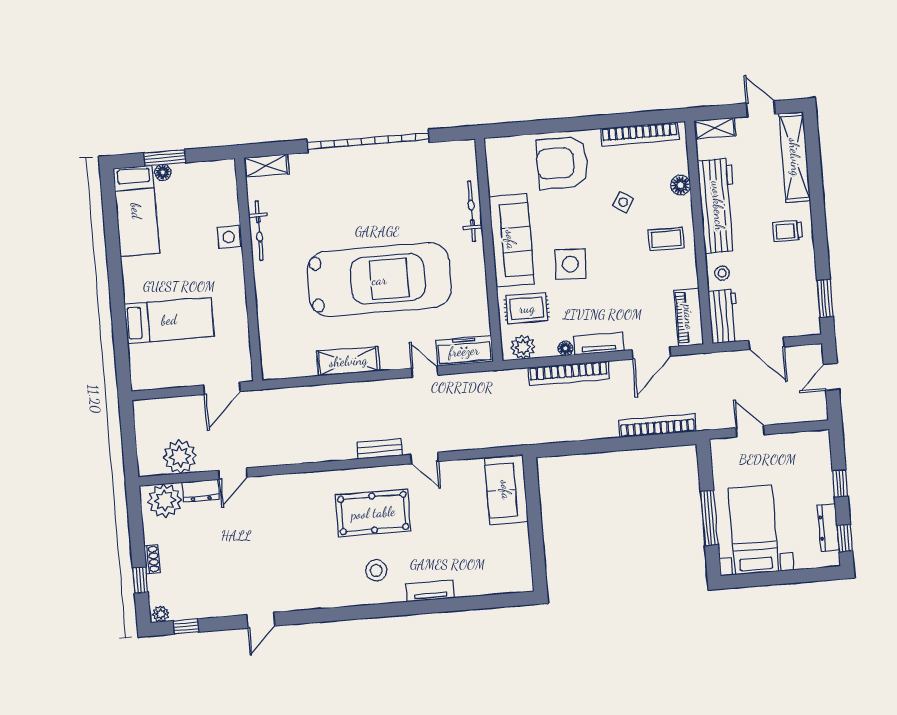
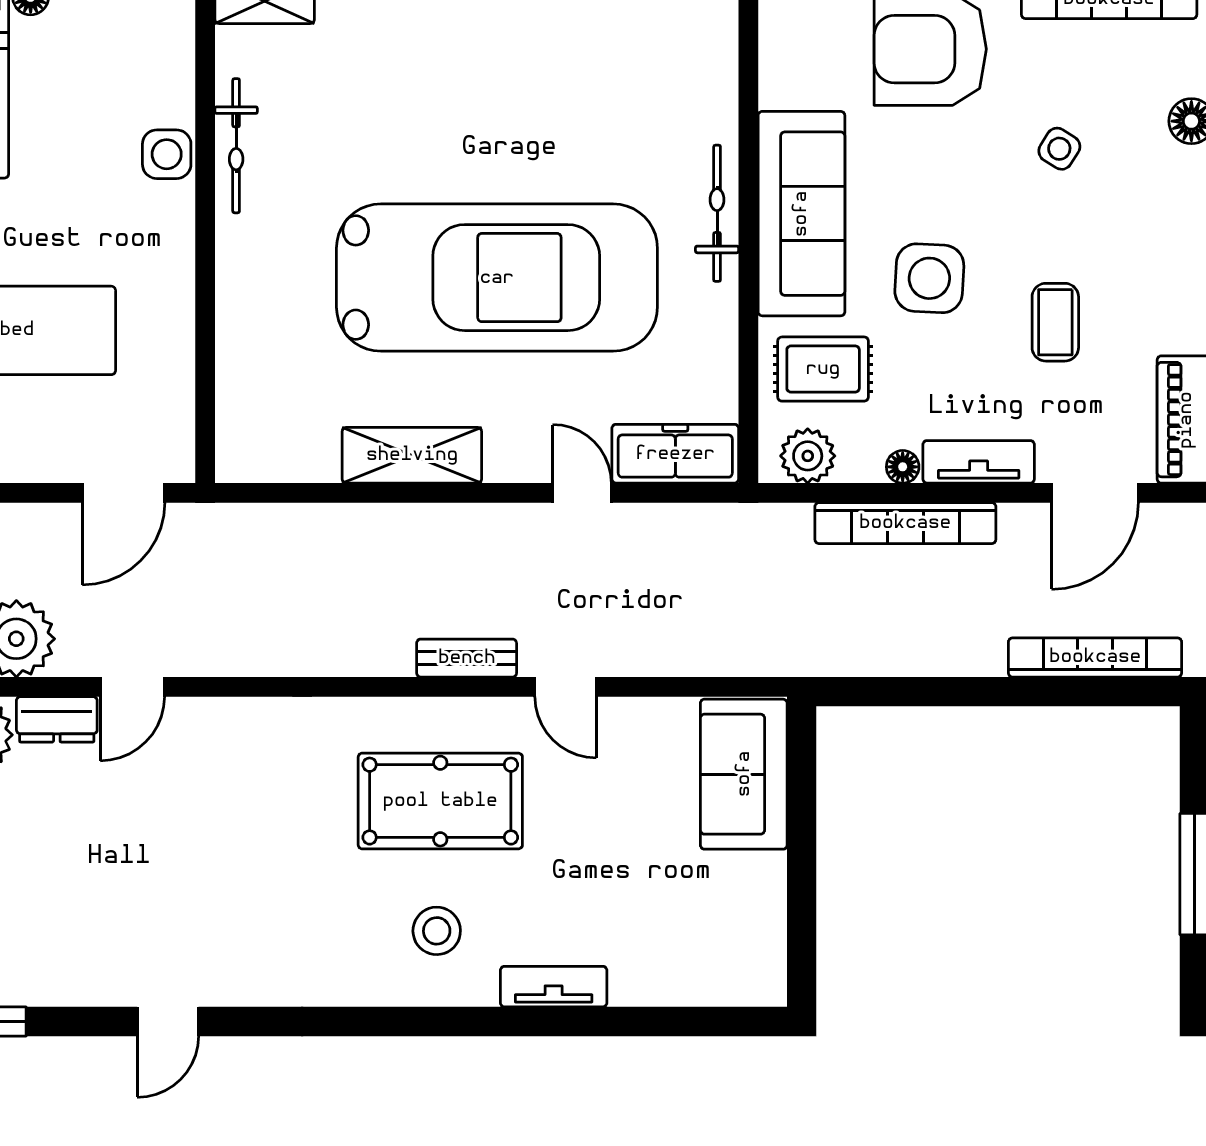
bicycle: (472, 211) -> (717, 213), moved
coffee table: (666, 239) -> (1055, 322), moved, turned 90

